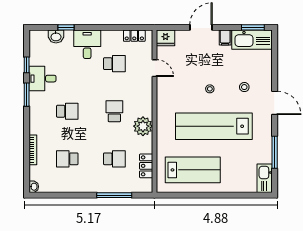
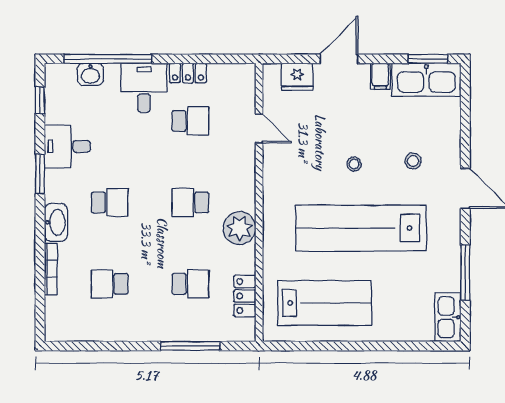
window: (66, 27) -> (108, 59), width x3.17
locker: (134, 36) -> (188, 73), moved
fridge: (165, 38) -> (297, 77), moved
window: (27, 65) -> (40, 100), moved
school desk: (114, 111) -> (190, 202), turned -90
washbasin: (34, 187) -> (56, 222), moved, width x1.91, depth x1.45

